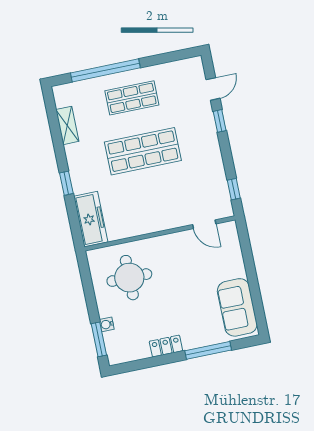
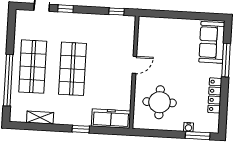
shop shelf: (132, 98) -> (33, 67), width x1.43, depth x1.36
door: (204, 224) -> (134, 65), moved
sofa: (237, 307) -> (212, 42), moved, turned 90
locker: (166, 346) -> (215, 95), width x1.53

